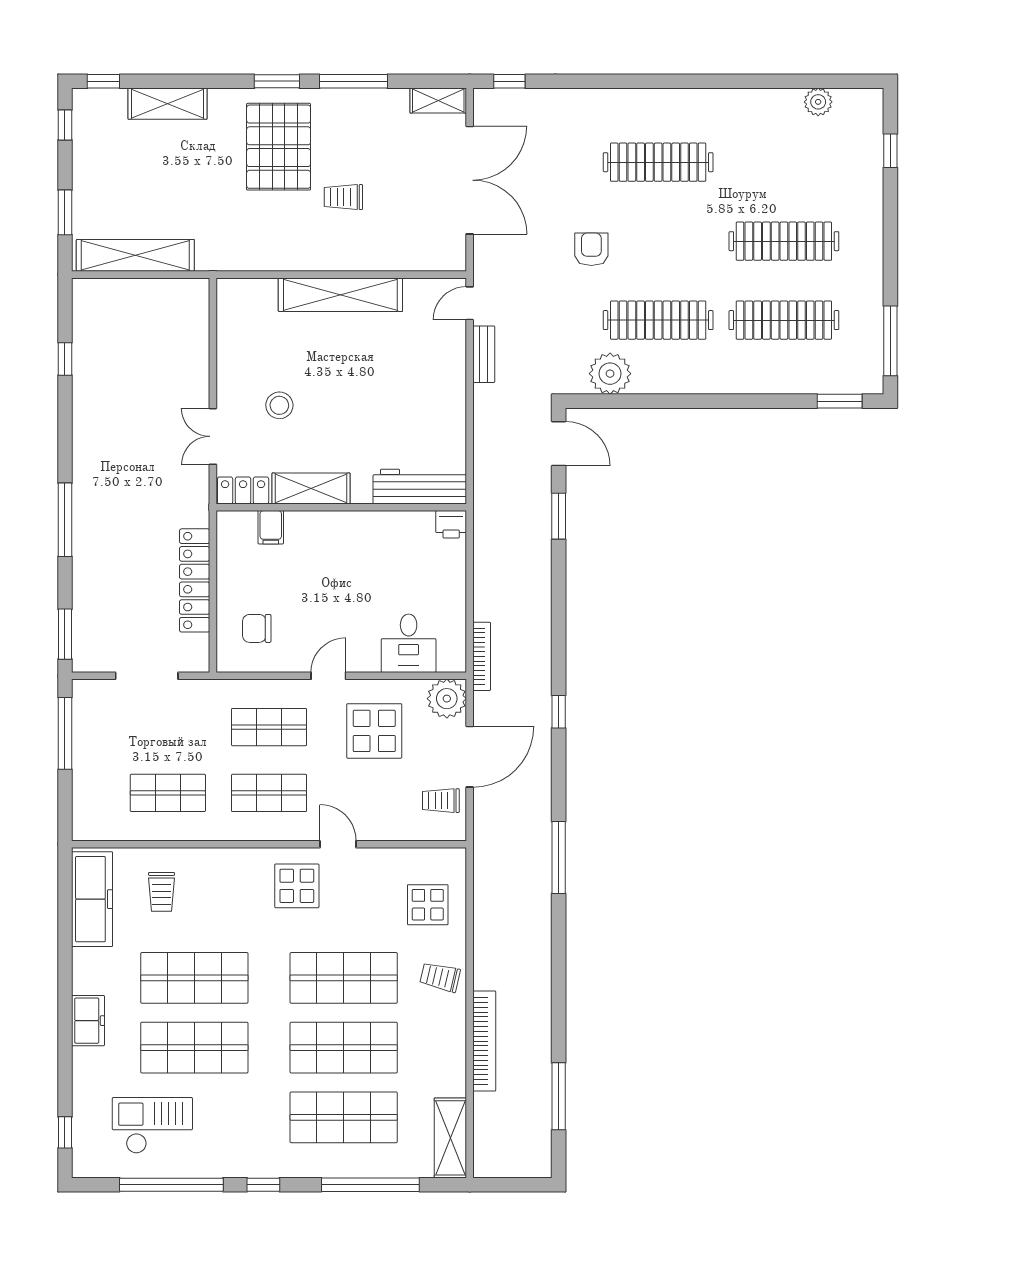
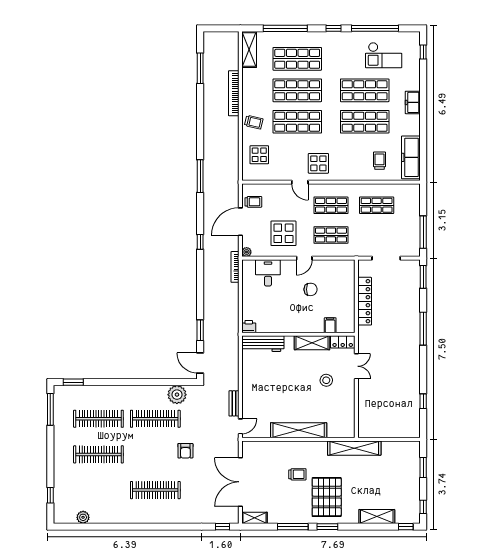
shelving: (135, 255) -> (354, 448), moved
chair: (257, 628) -> (311, 289), moved
plant: (447, 699) -> (247, 252), width x0.53, depth x0.53

